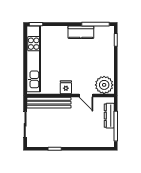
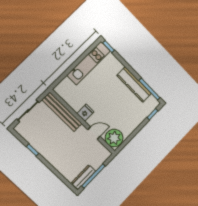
kitchen counter: (81, 32) -> (134, 84), width x1.50
kitchen unit: (34, 59) -> (89, 63), width x0.73
door: (86, 95) -> (94, 133), swing flipped
dresser: (109, 116) -> (83, 177), moved

